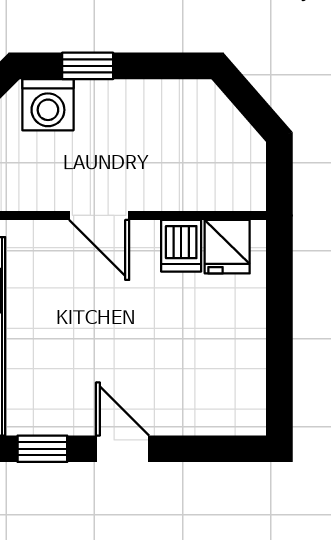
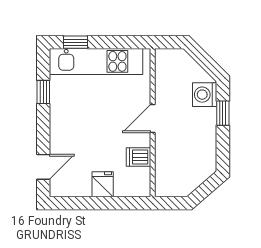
fridge: (227, 247) -> (103, 184), moved, turned 90
door: (123, 449) -> (43, 167), moved

